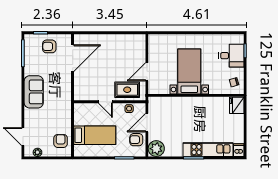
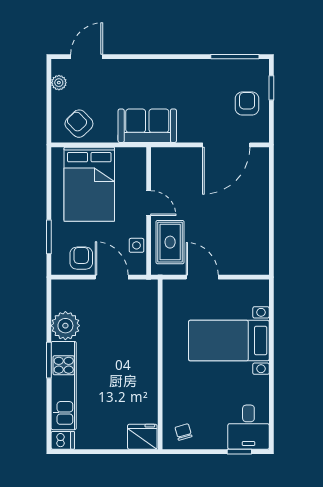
desk: (231, 56) -> (248, 427), moved
door: (73, 58) -> (226, 145), hinge flipped
bed with nightstands: (189, 71) -> (229, 341), moved, turned 180
sofa: (34, 92) -> (147, 126), moved, turned 180
door: (105, 102) -> (149, 203), swing flipped
bed: (95, 135) -> (89, 184), width x1.50
armchair: (61, 141) -> (79, 124), turned -134
plant: (156, 149) -> (65, 326), moved

